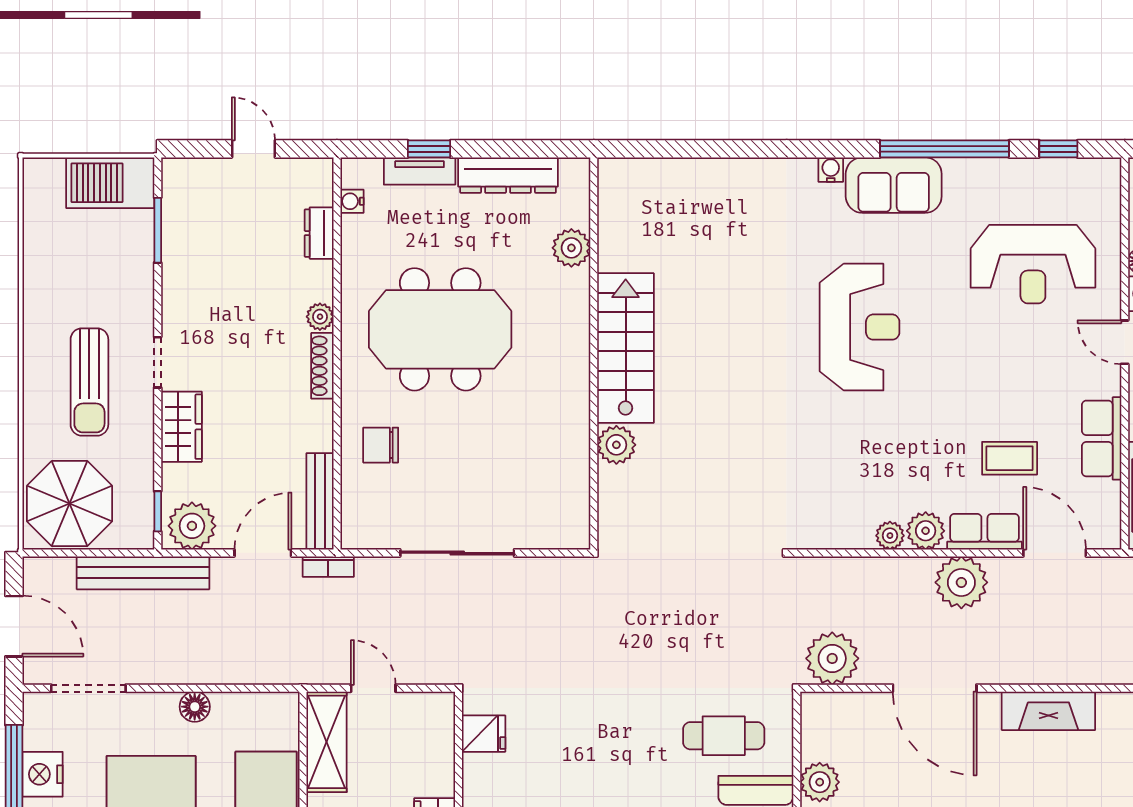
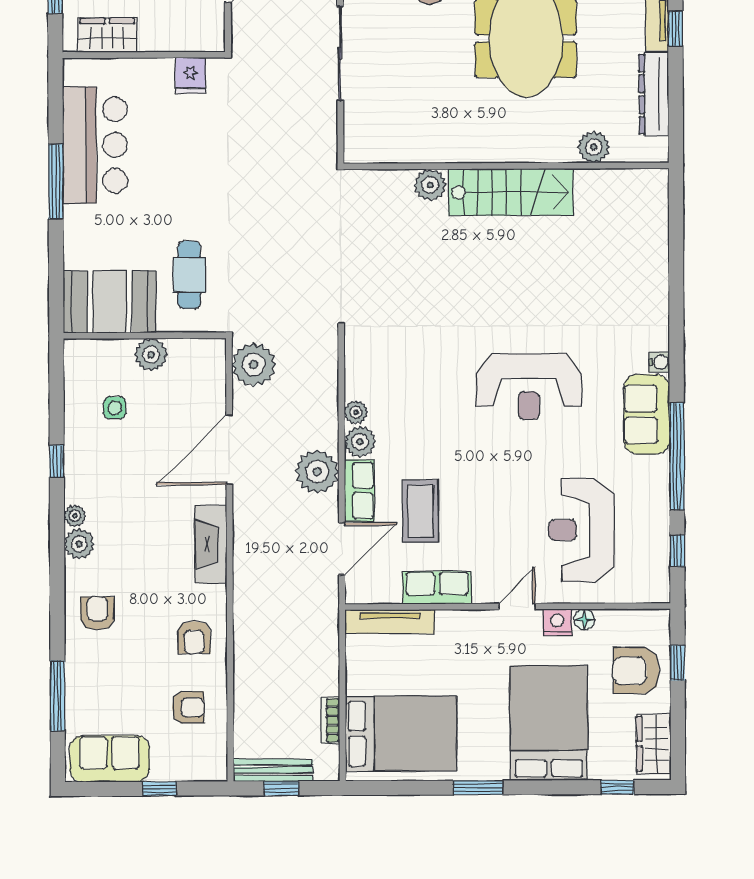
coffee table: (1010, 458) -> (420, 511), width x1.36, depth x1.30

